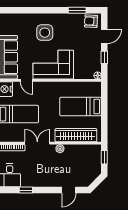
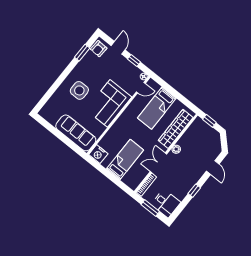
door: (27, 80) -> (141, 88), moved
window: (26, 190) -> (194, 191), moved

